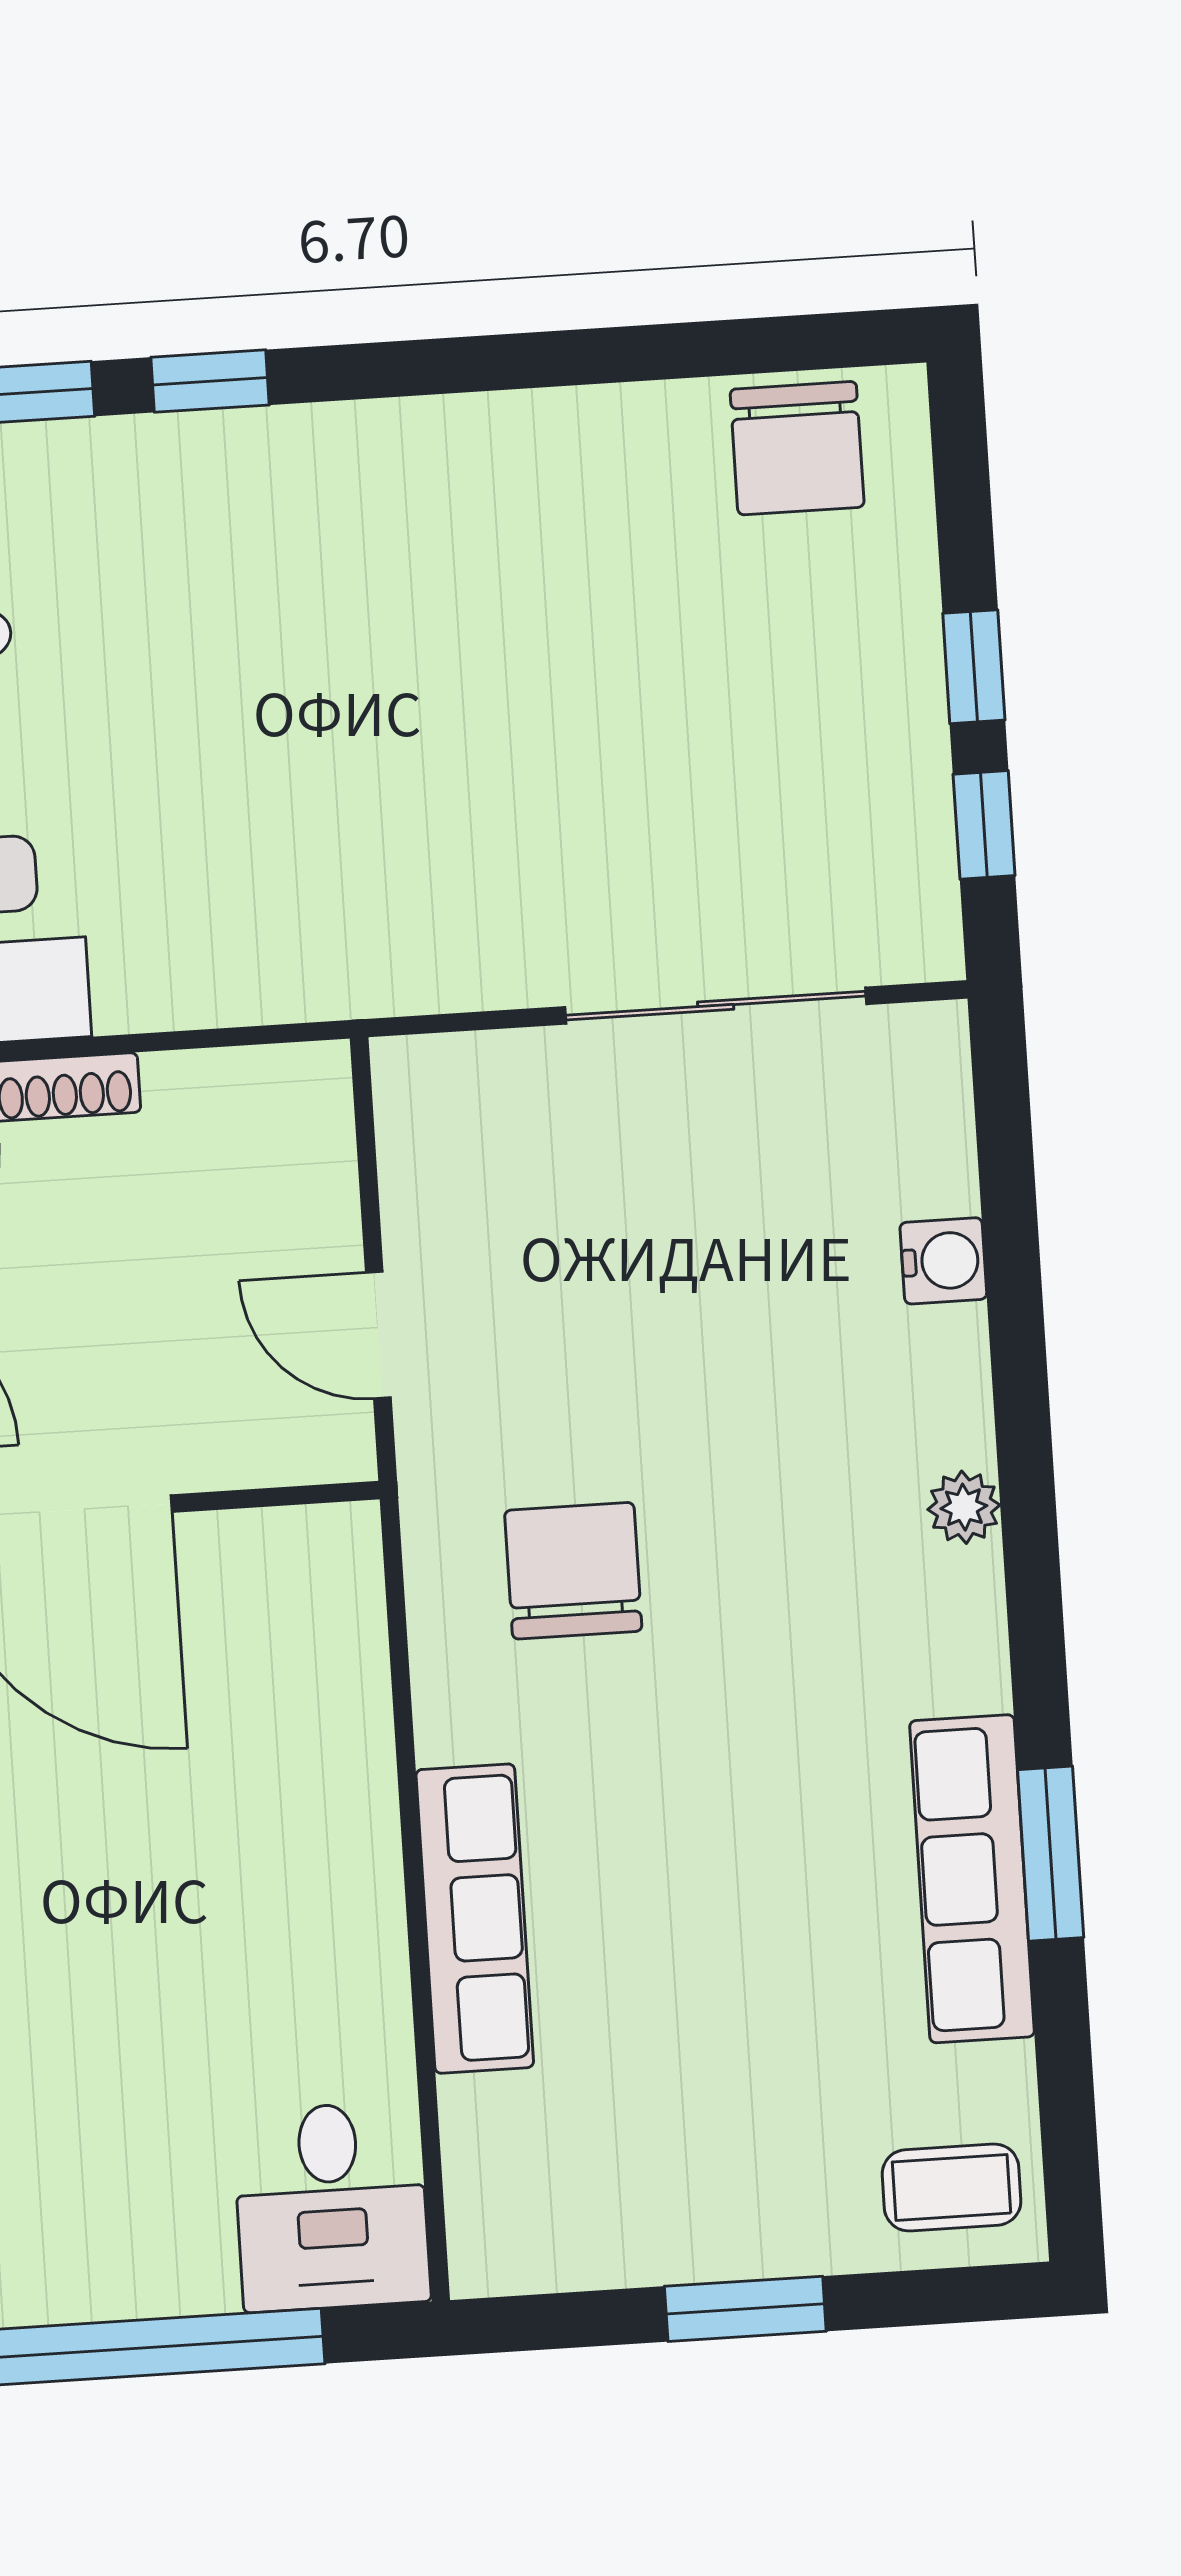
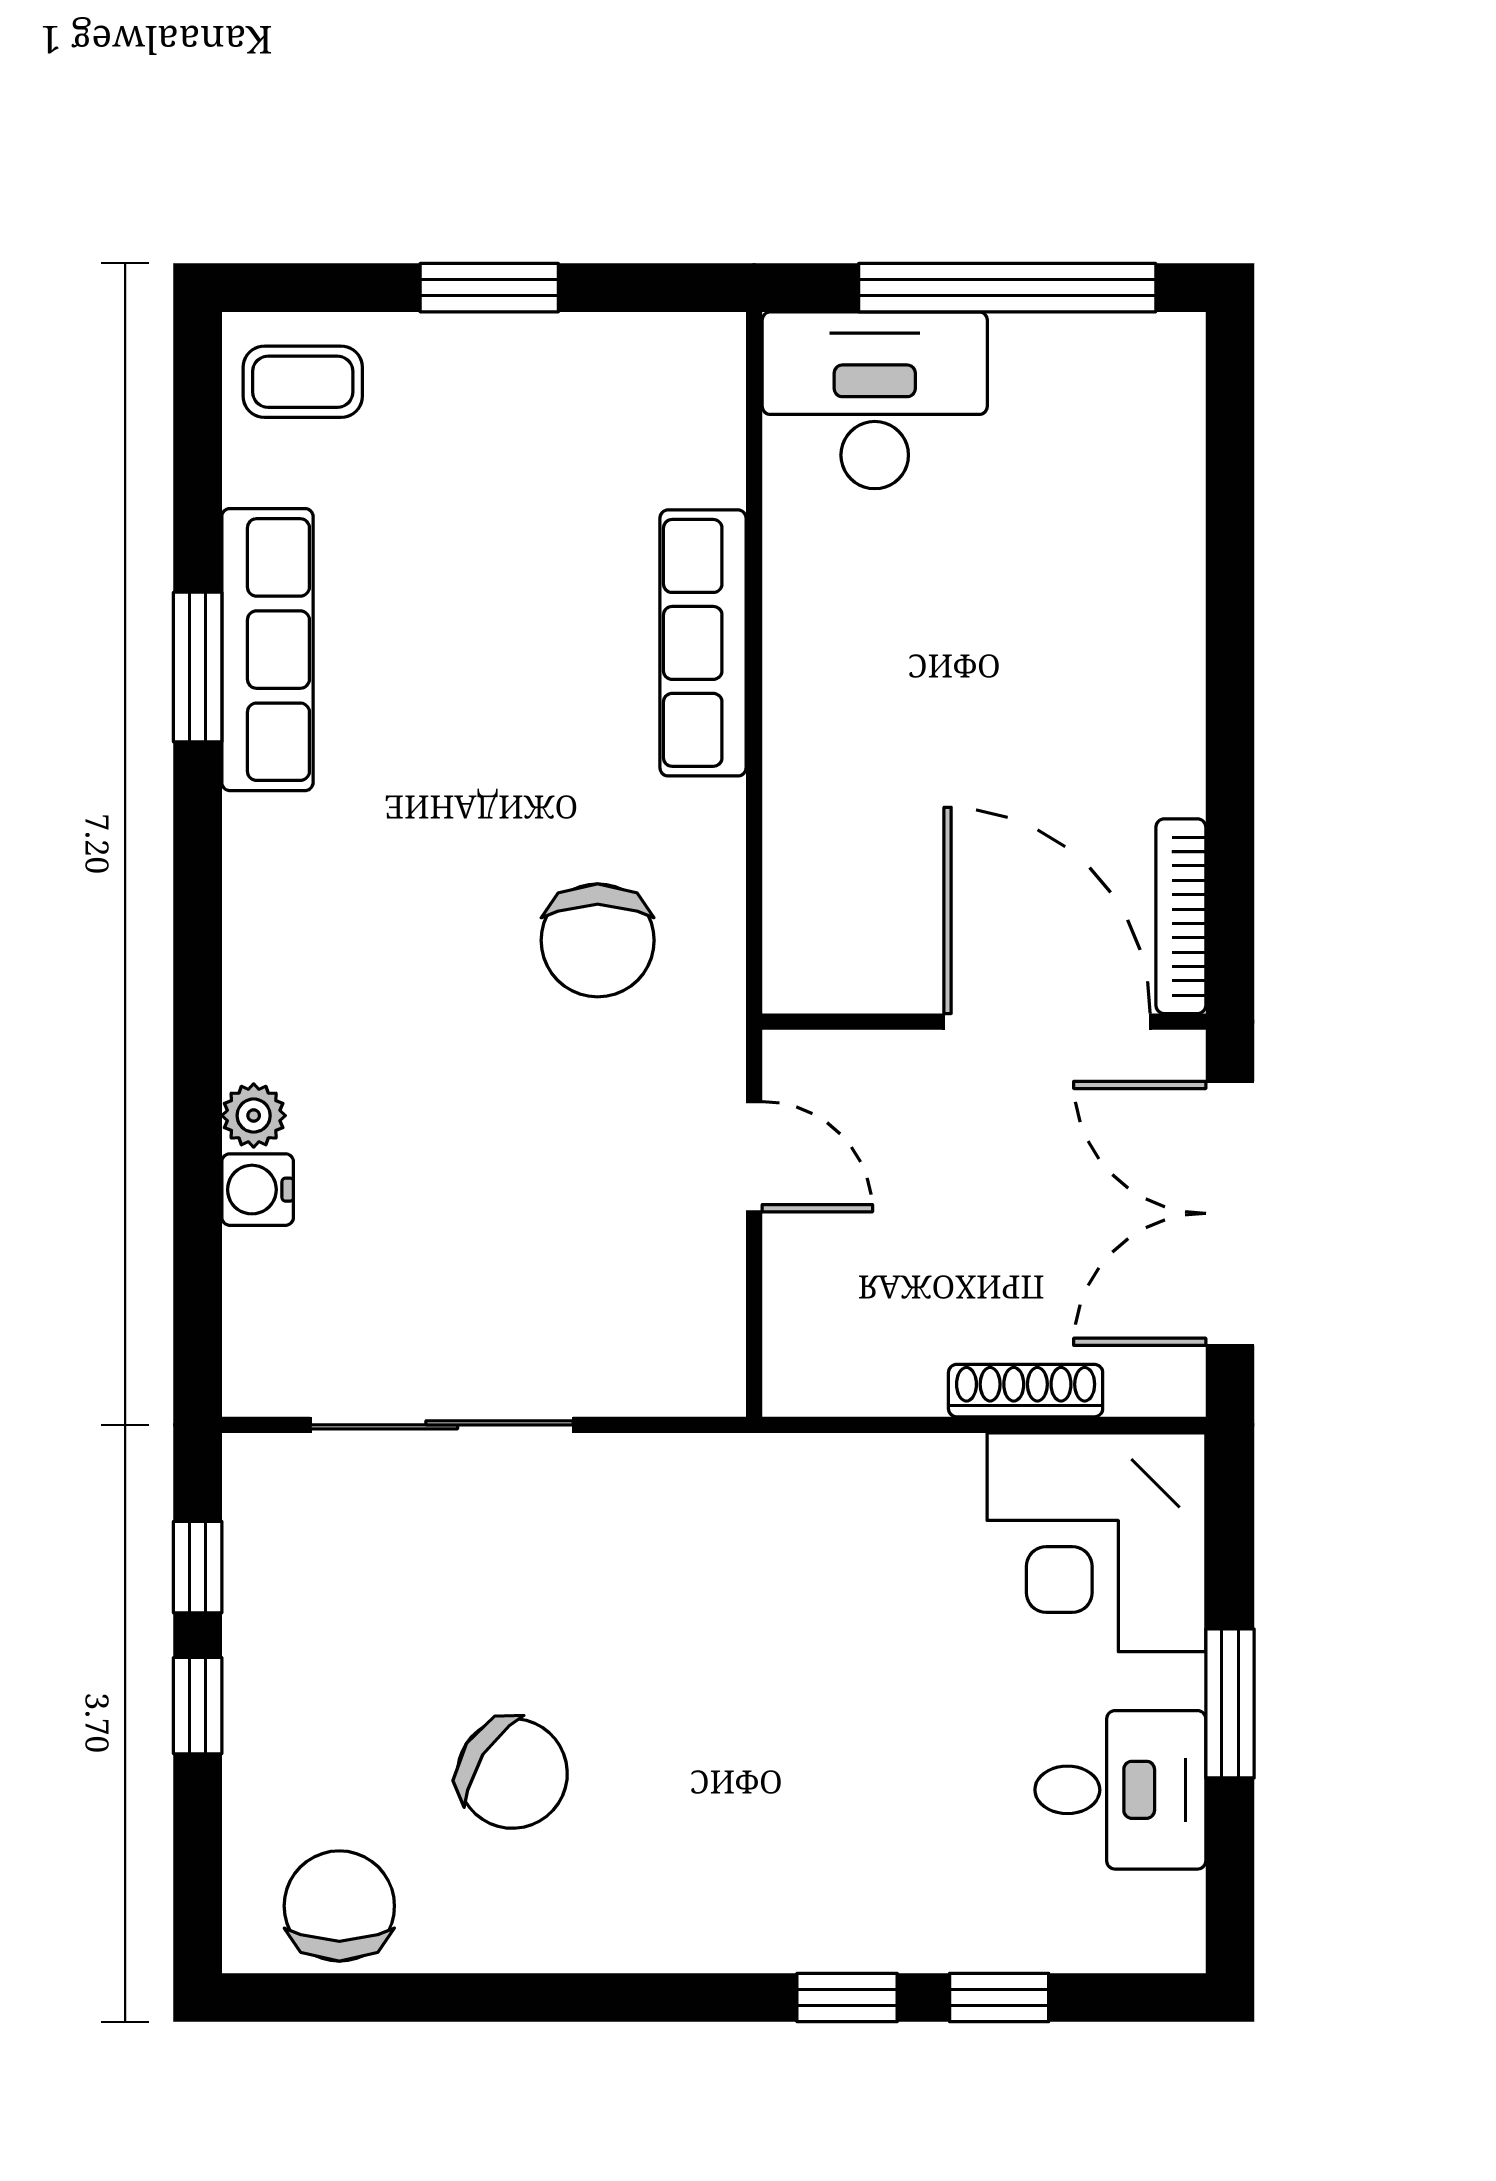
chair: (609, 612) -> (512, 1773), added
plant: (964, 1507) -> (254, 1116), moved
desk: (331, 2206) -> (875, 400), width x1.37

